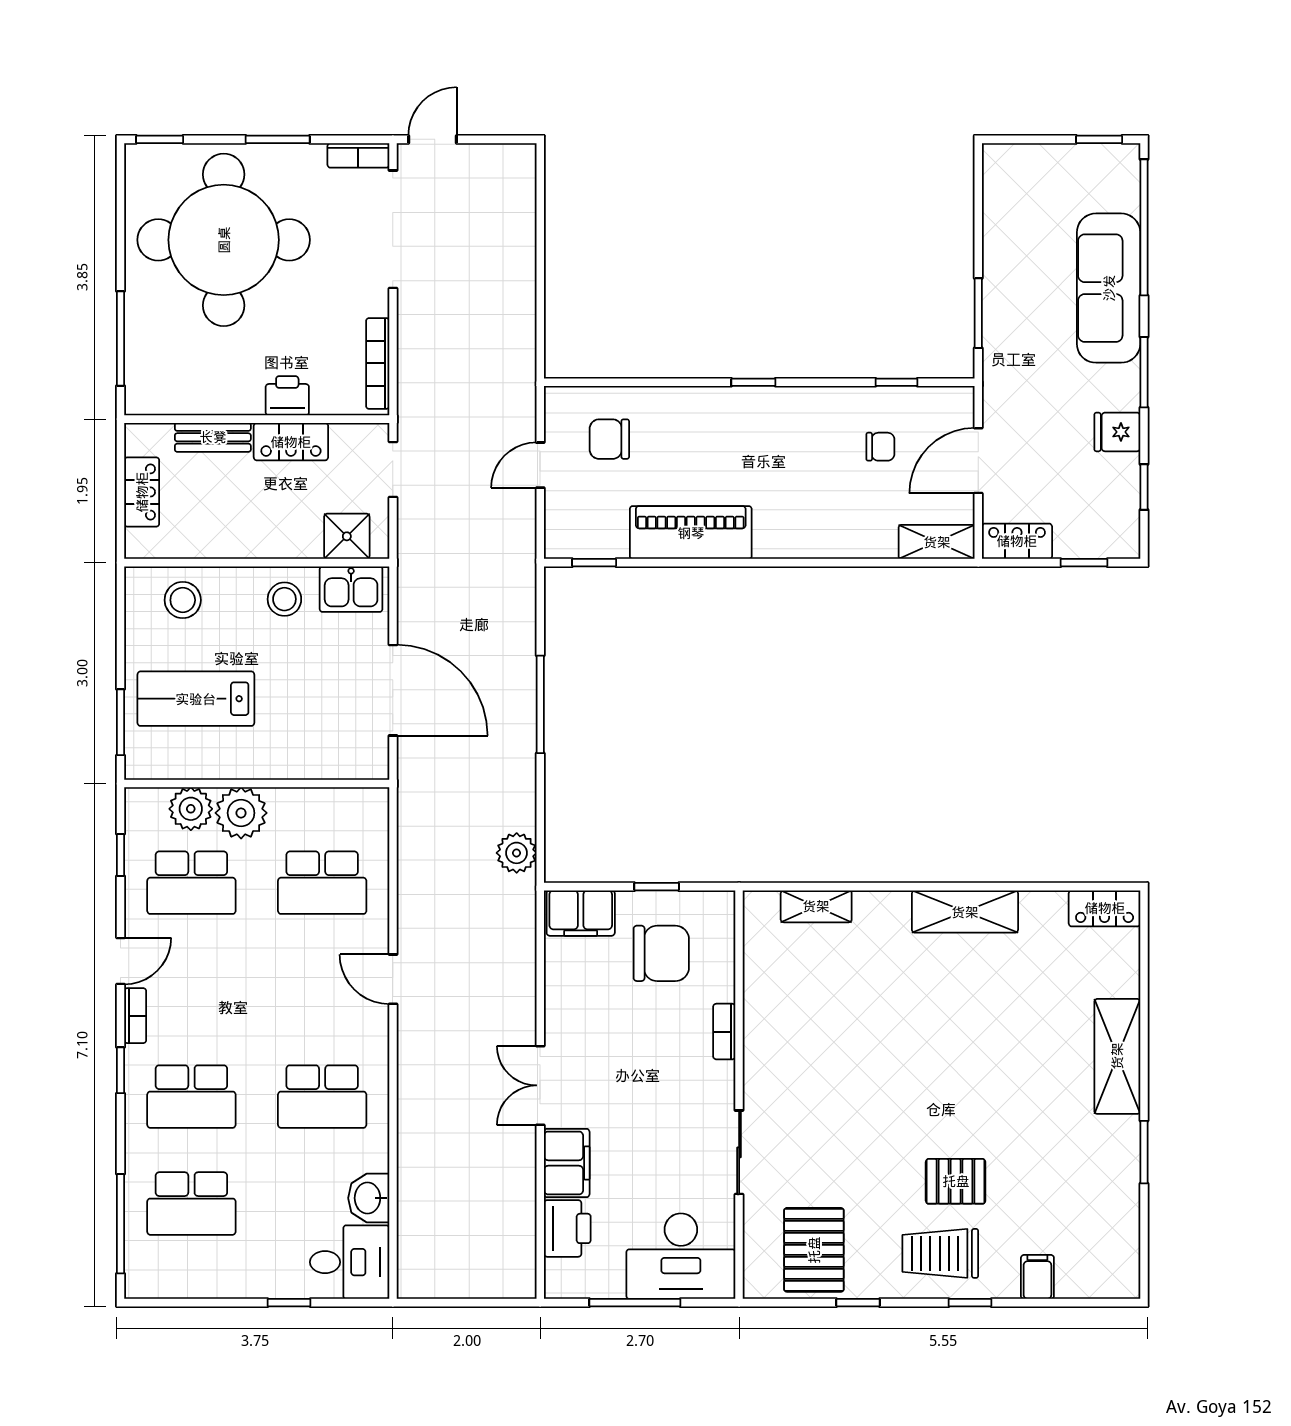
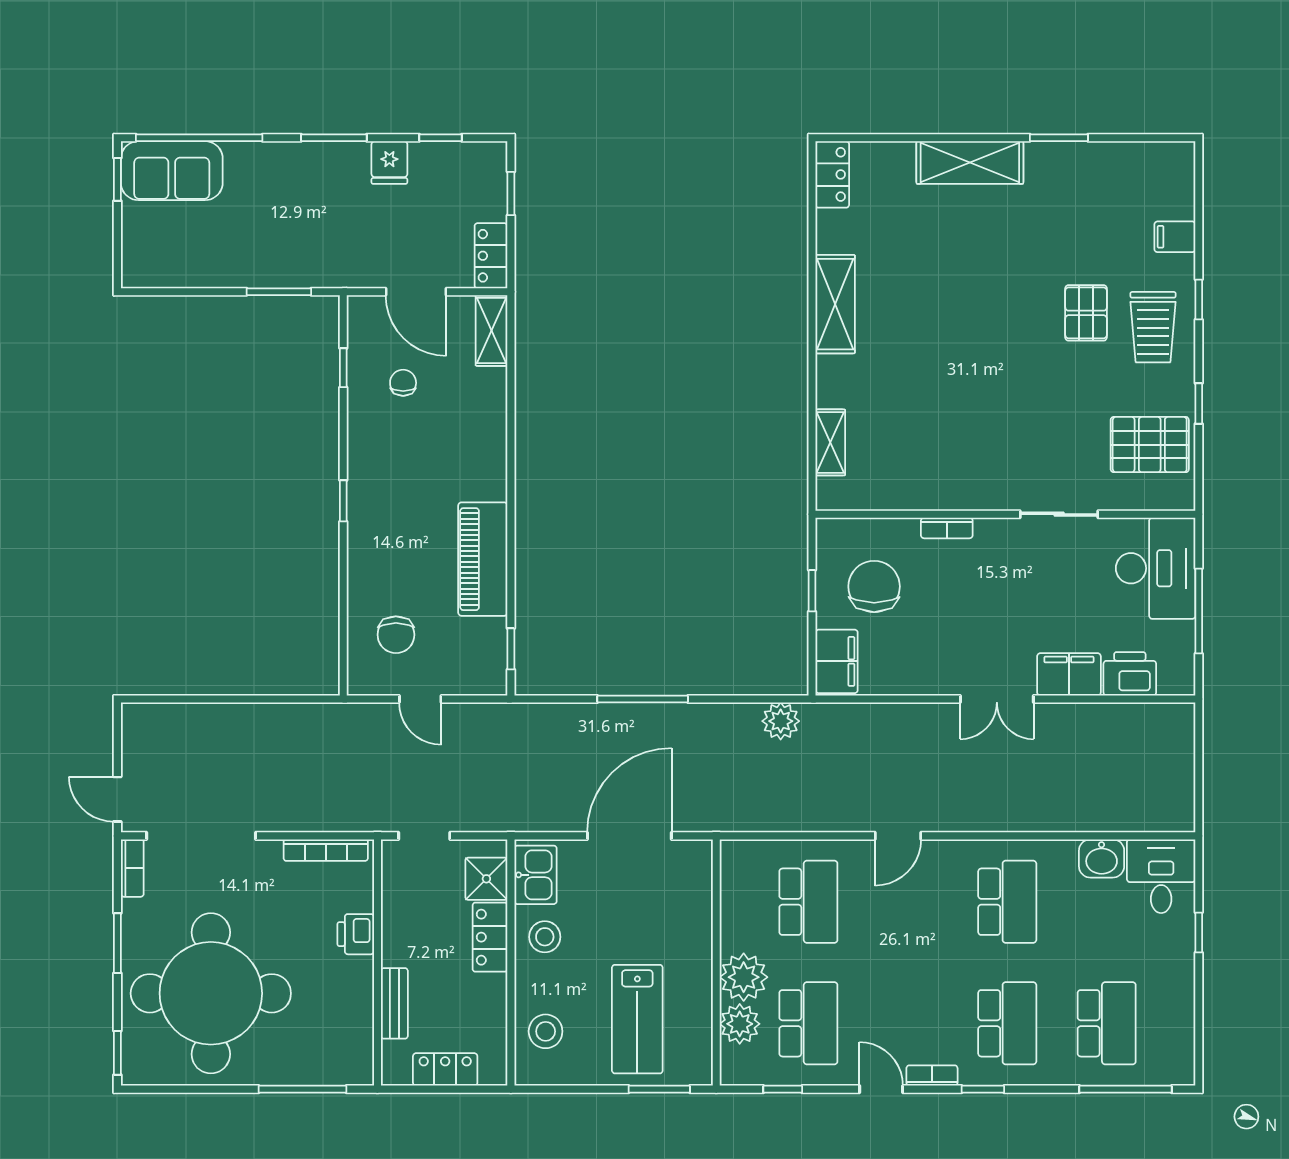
sofa: (1109, 288) -> (172, 171), moved, width x0.73
locker: (291, 442) -> (490, 937), moved, turned 180

